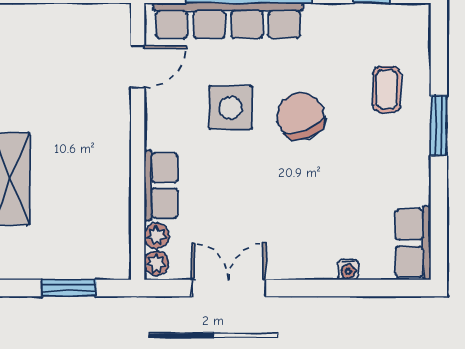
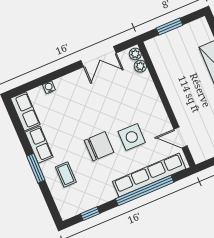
door: (138, 67) -> (181, 138), hinge flipped
chair: (301, 116) -> (99, 146), turned -69
row of seats: (161, 185) -> (39, 145), moved, turned 180

